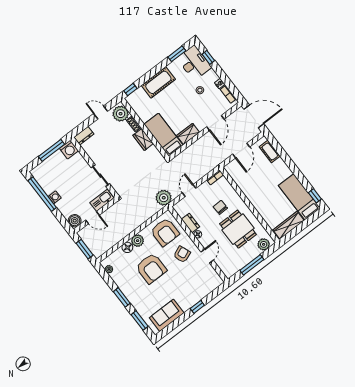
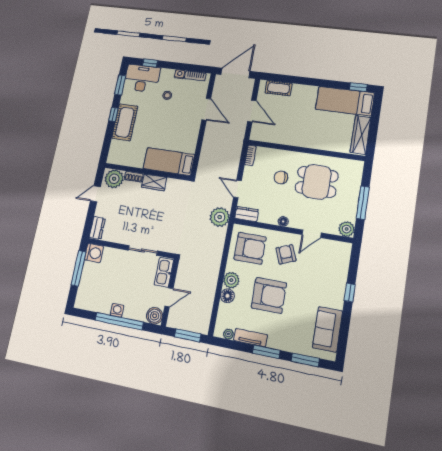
window: (130, 90) -> (113, 114), moved
wardrobe: (188, 134) -> (190, 141), removed
window: (42, 194) -> (119, 321), moved
dresser: (191, 223) -> (247, 214), moved
plant: (264, 244) -> (347, 229), moved
door: (207, 256) -> (312, 234), swing flipped
tv unit: (120, 282) -> (251, 338), added

